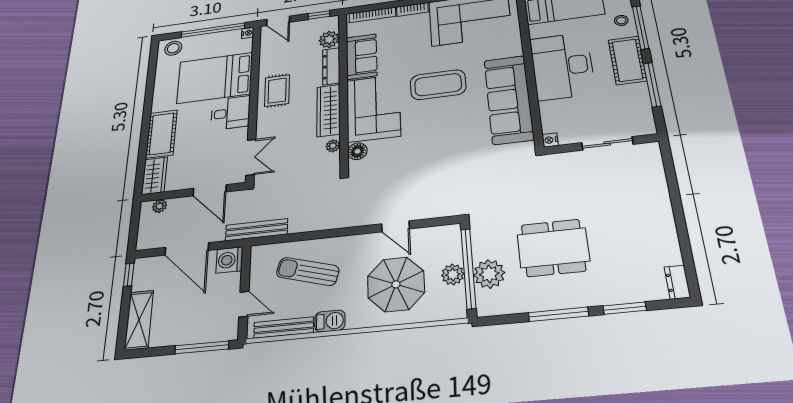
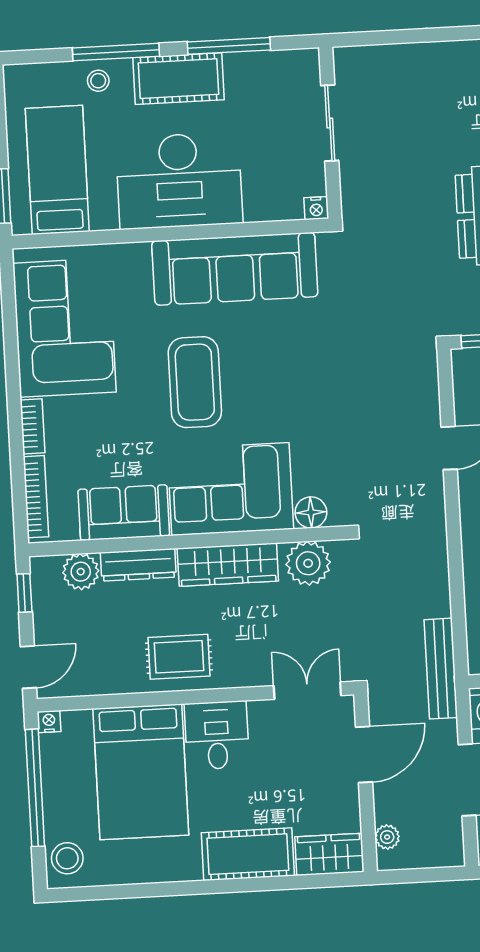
plant: (333, 146) -> (308, 563), width x1.88, depth x1.88

